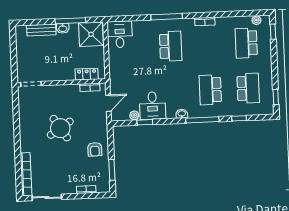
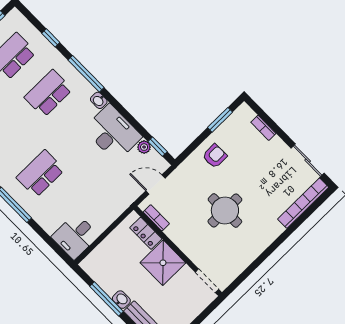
shower: (91, 34) -> (163, 263), moved
school desk: (210, 90) -> (48, 93), turned 180
desk: (152, 106) -> (113, 133), width x1.37
window: (145, 122) -> (158, 147), moved
round table: (60, 128) -> (225, 211), turned 33

